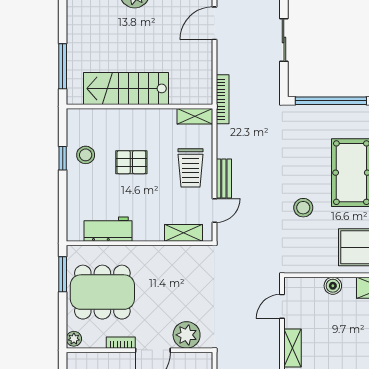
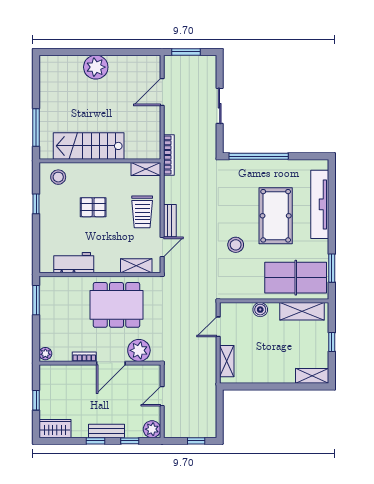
stool: (86, 155) -> (58, 177), moved
dining table: (102, 292) -> (116, 305), moved

